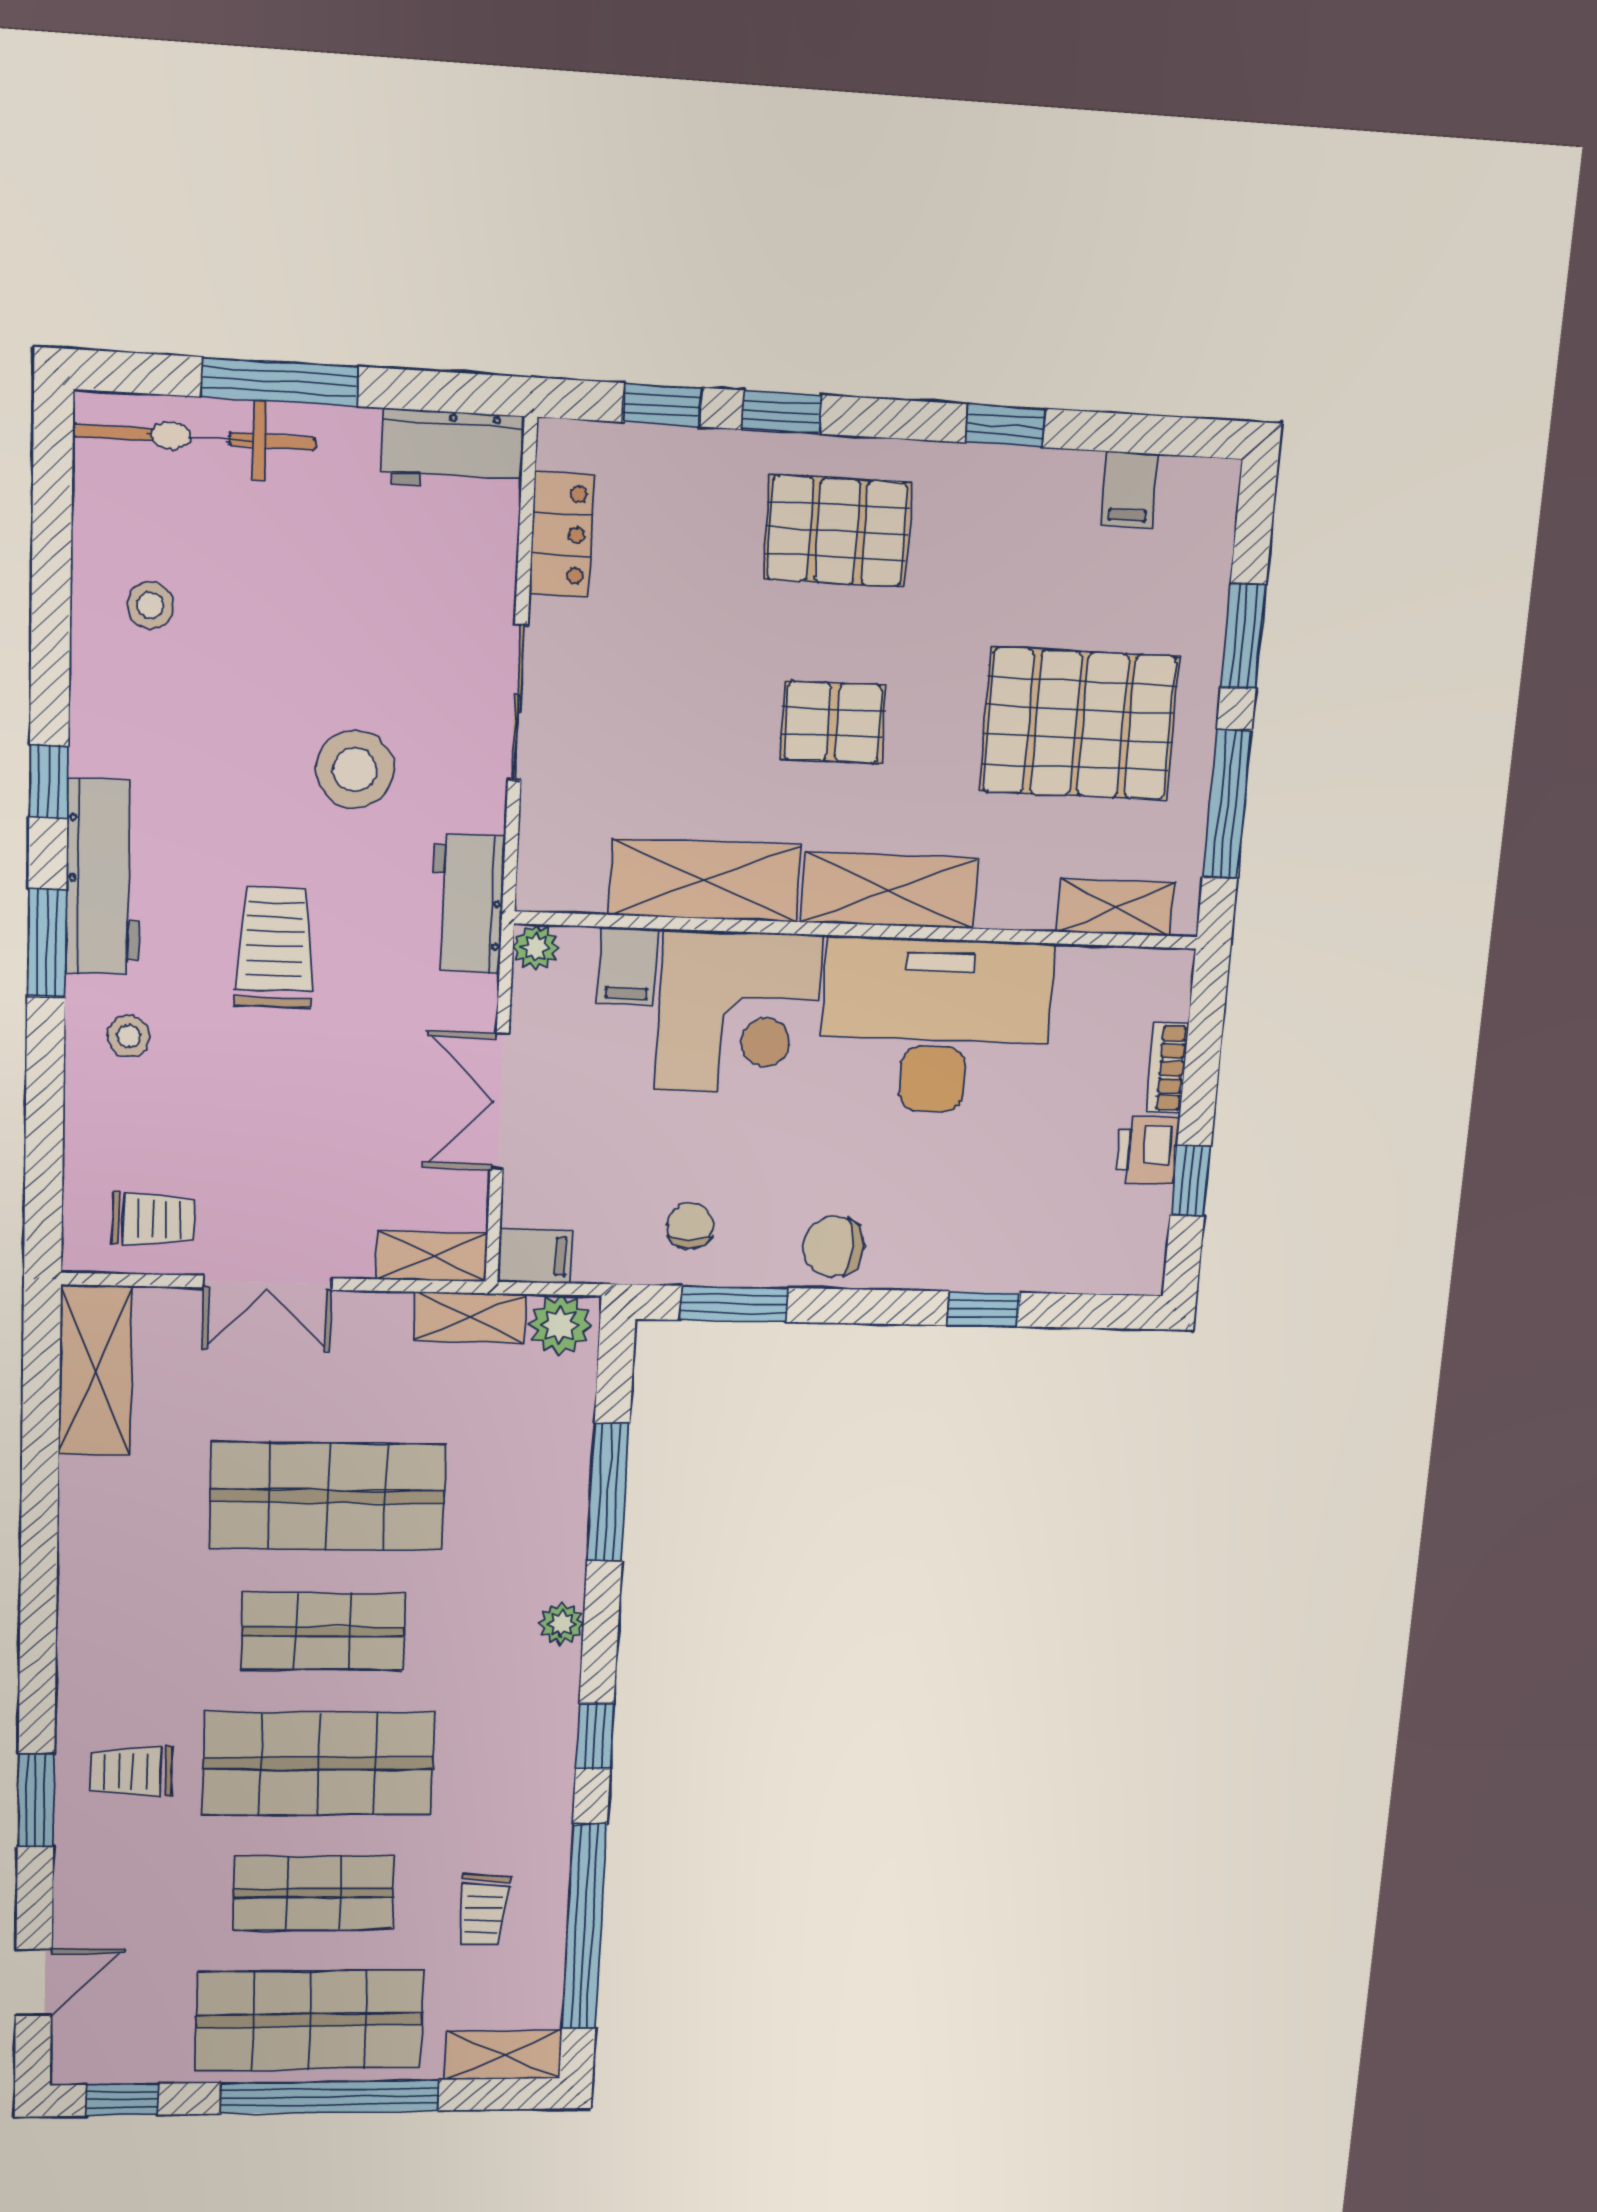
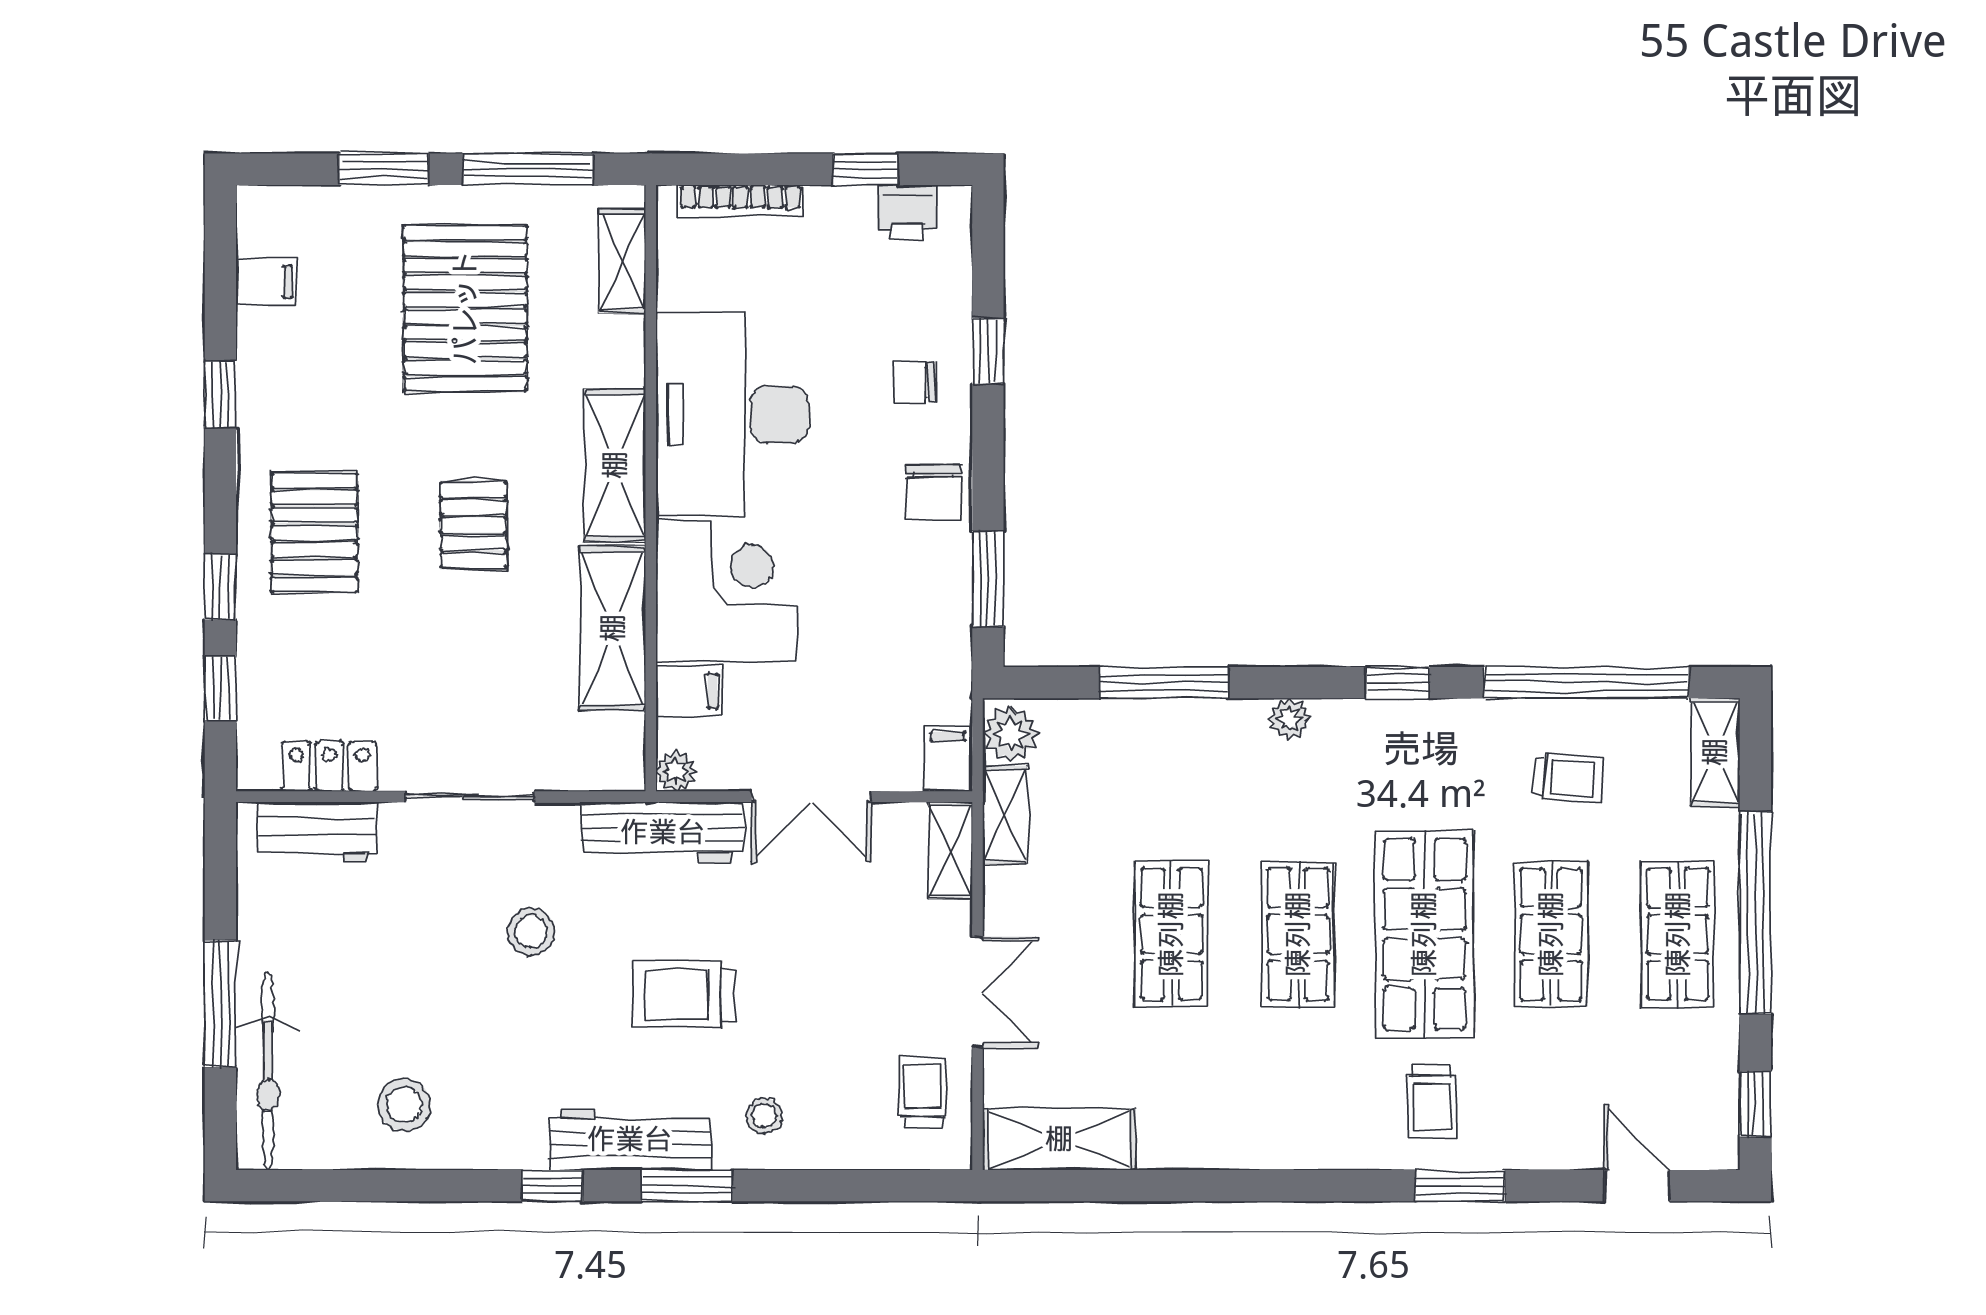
workbench: (453, 450) -> (317, 832), moved, turned 90
stool: (150, 605) -> (404, 1105), width x1.37, depth x1.37
stool: (355, 769) -> (531, 932), width x0.73, depth x0.73
workbench: (467, 904) -> (663, 832), width x1.38
bookcase: (1167, 1068) -> (741, 201), width x1.56
printer: (1147, 1150) -> (907, 212), moved
chair: (690, 1226) -> (914, 382), moved
shop shelf: (327, 1496) -> (1171, 934), width x0.70, depth x0.74
shop shelf: (310, 2020) -> (1678, 934), width x0.70, depth x0.74

